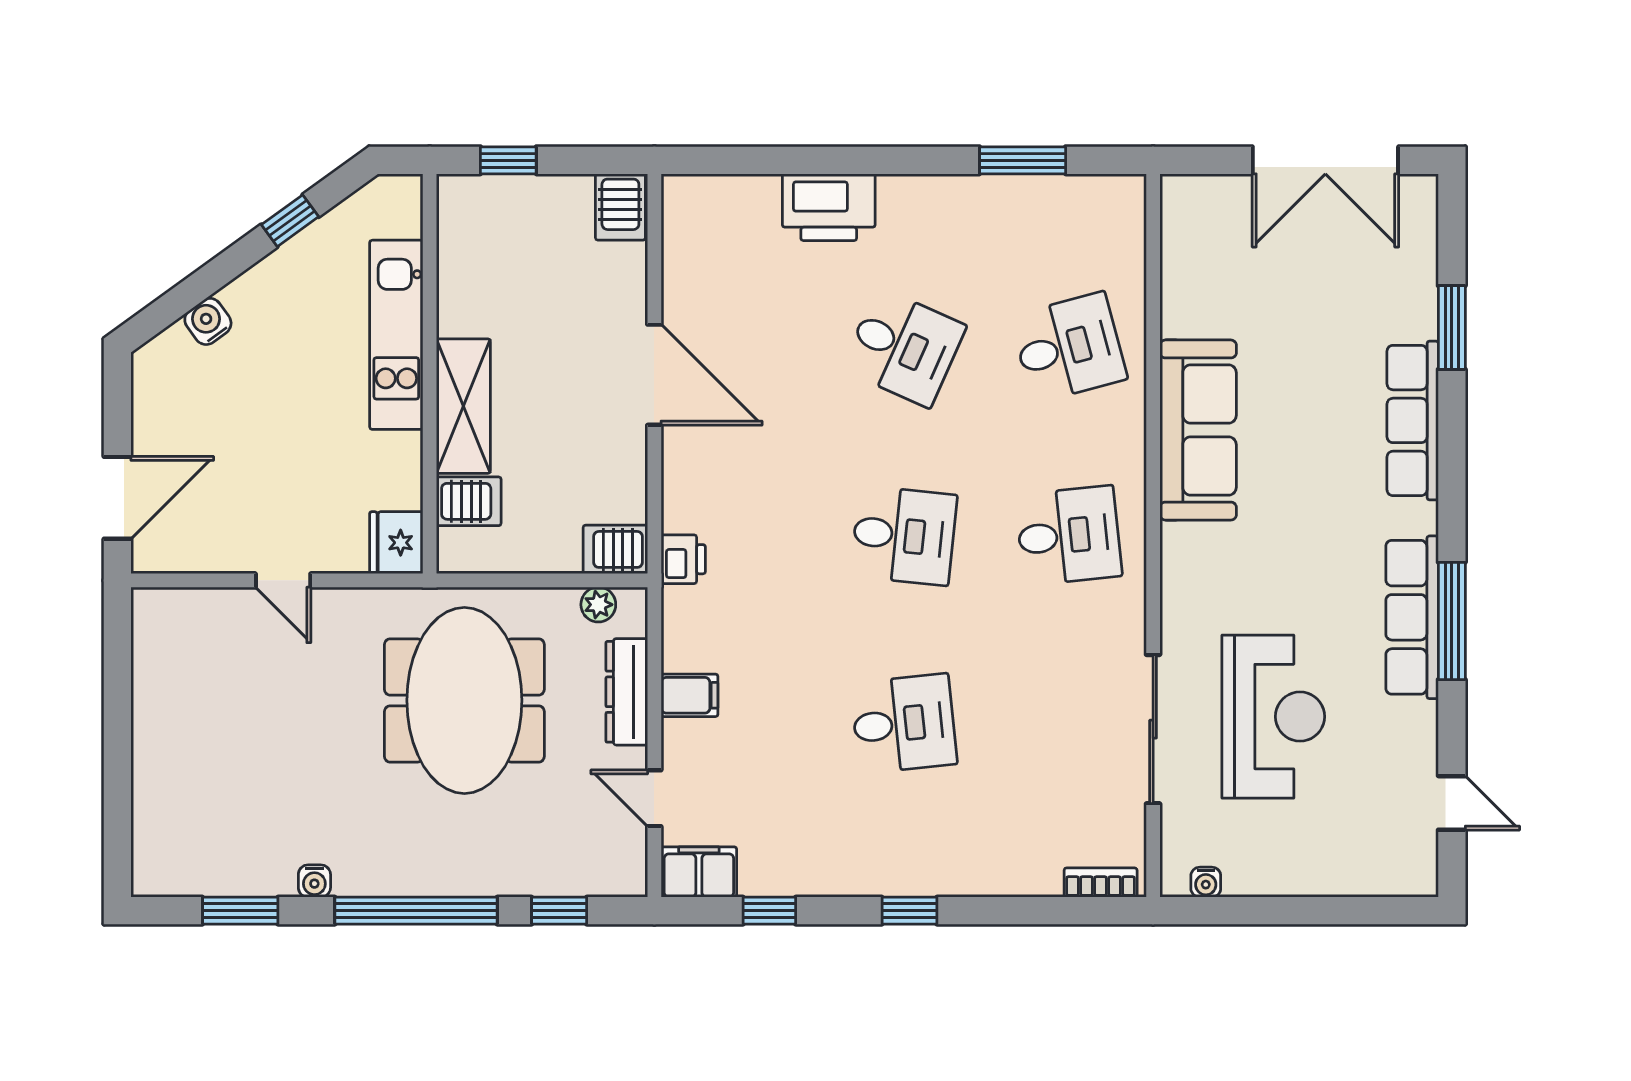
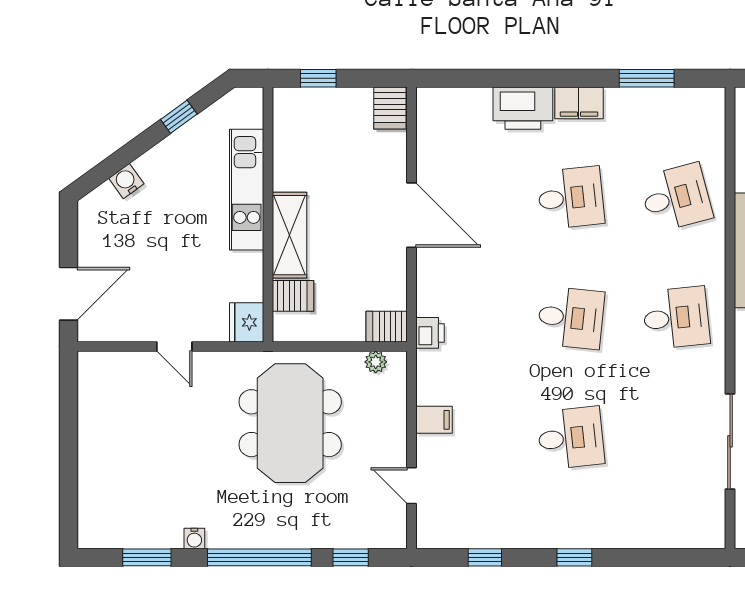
desk: (904, 347) -> (571, 198), turned -30
dresser: (627, 692) -> (394, 418), removed
filing cabinet: (699, 872) -> (579, 103), moved, turned 180
bookcase: (1101, 883) -> (696, 539), removed

